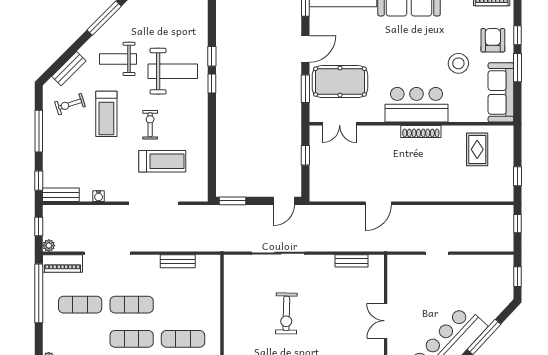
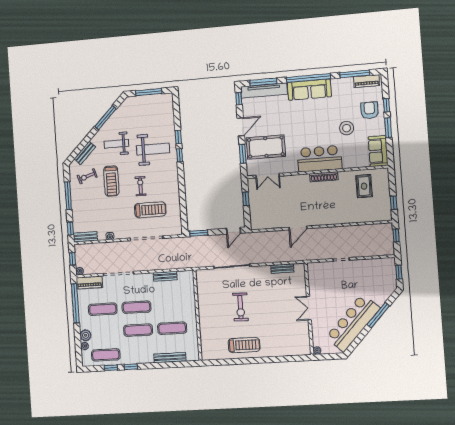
sofa: (501, 92) -> (378, 151), width x0.73
plant: (51, 342) -> (86, 335), added

